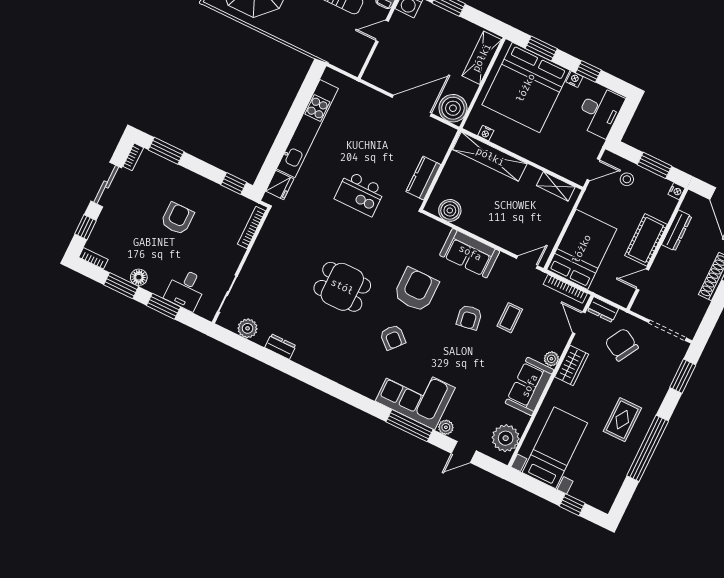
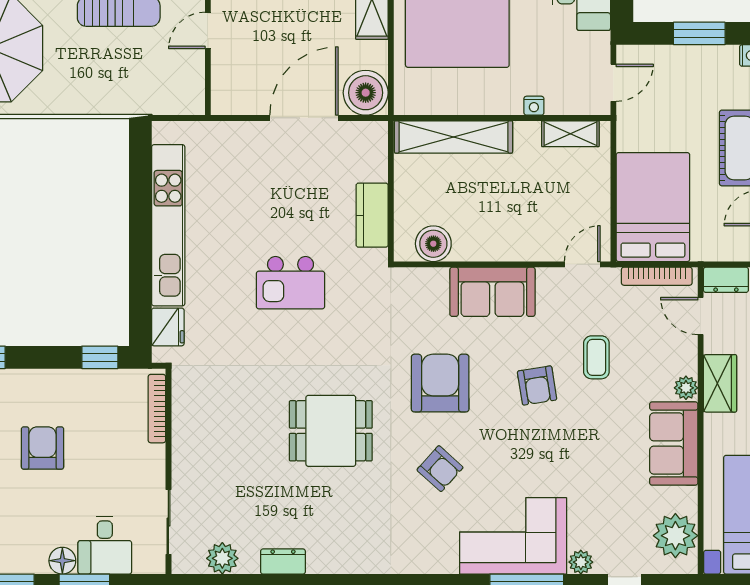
nightstand: (486, 133) -> (534, 106), moved
stool: (627, 179) -> (669, 73), removed
floor lamp: (139, 277) -> (62, 561), moved

